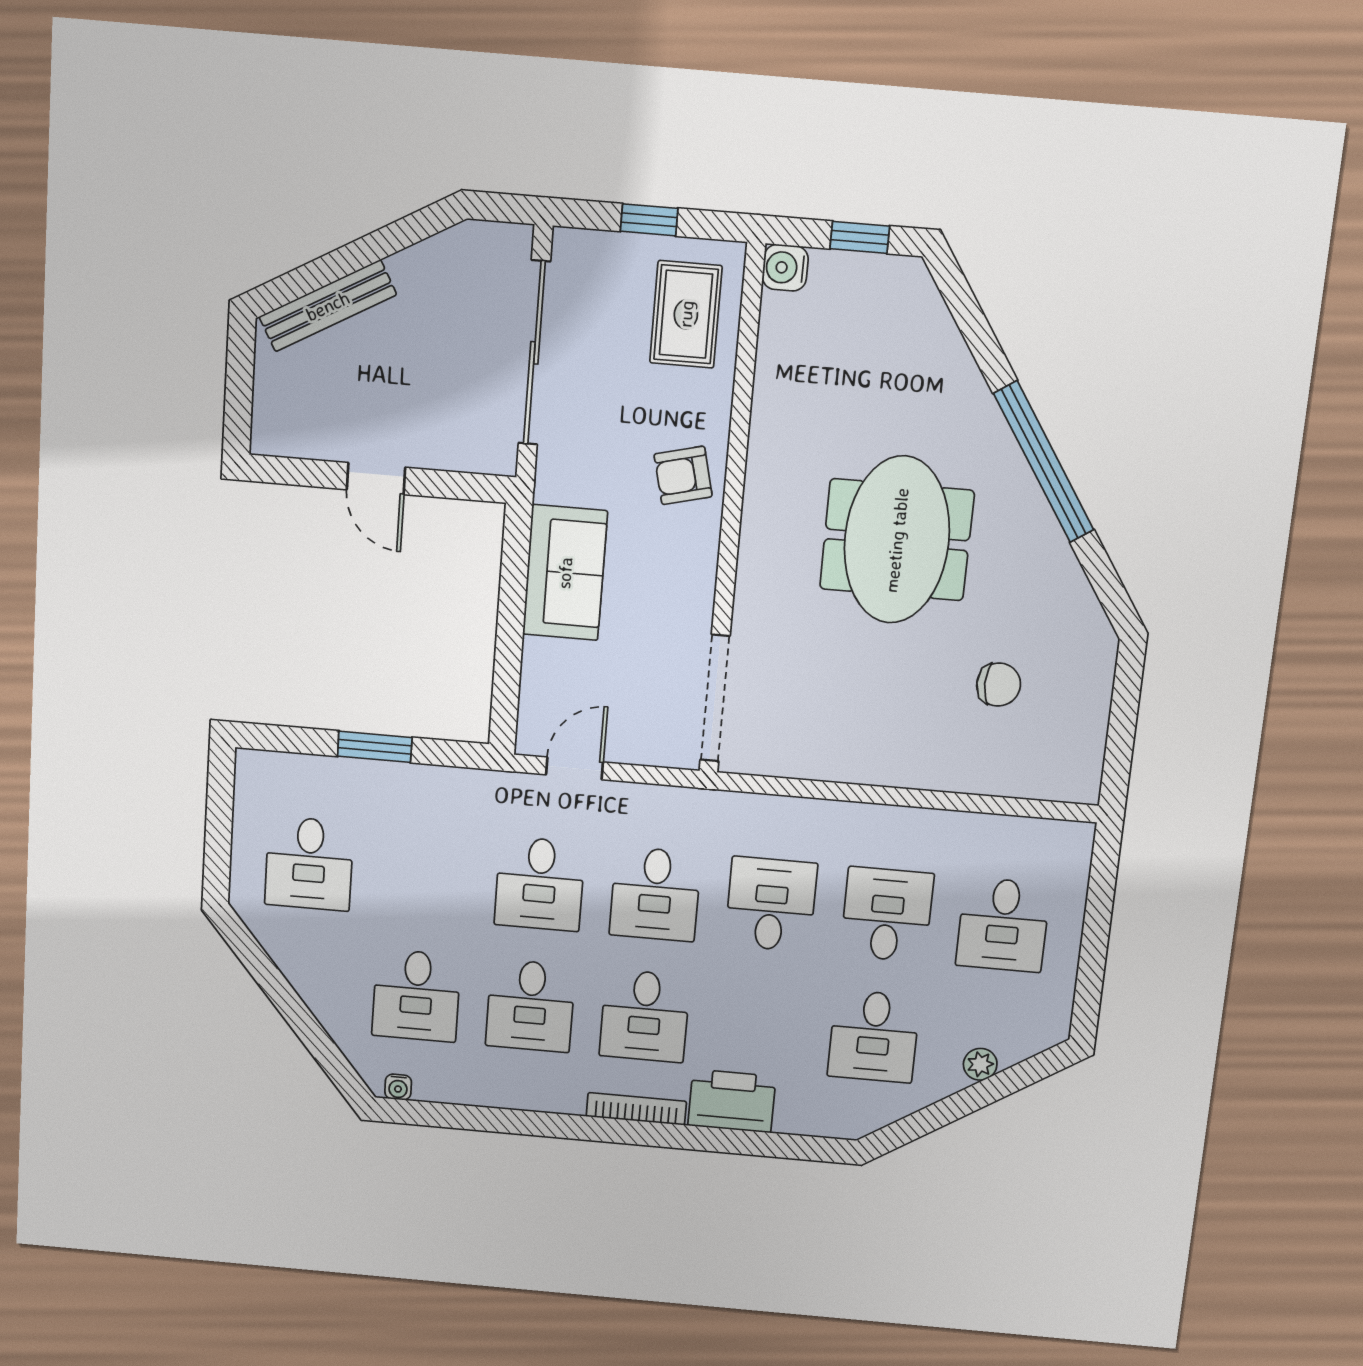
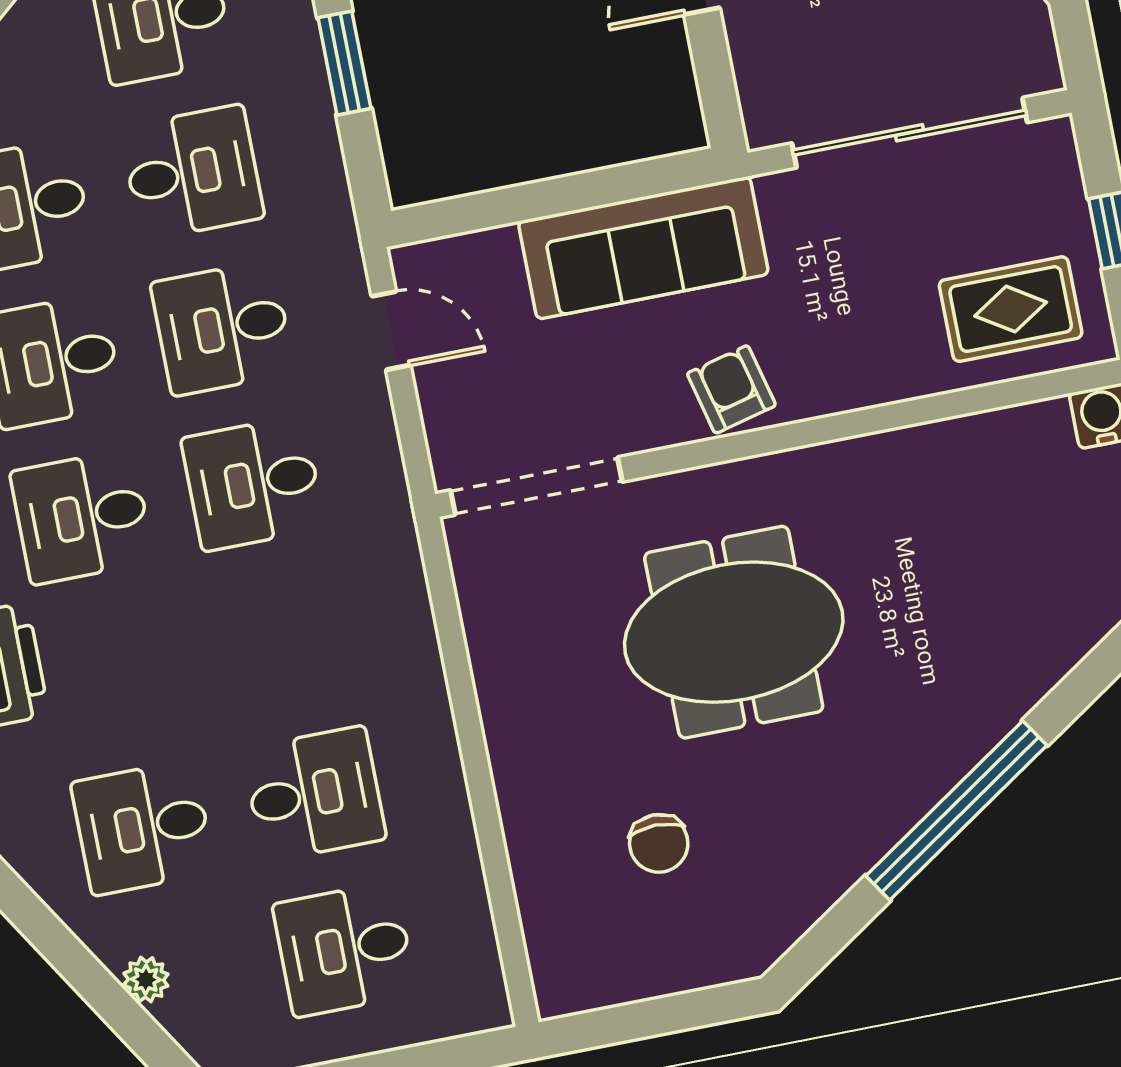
armchair: (683, 475) -> (731, 389), moved
meeting table: (897, 540) -> (734, 632), moved
sofa: (565, 573) -> (643, 248), width x1.36
desk: (771, 904) -> (192, 173), moved

